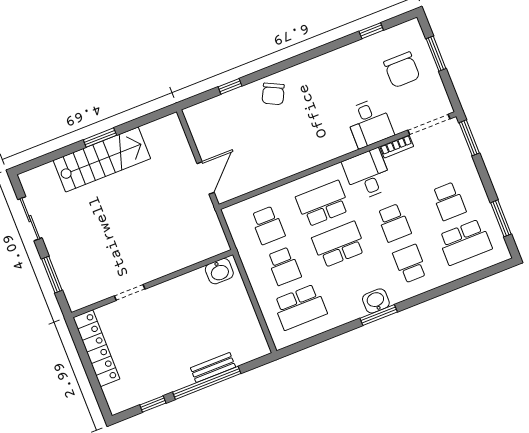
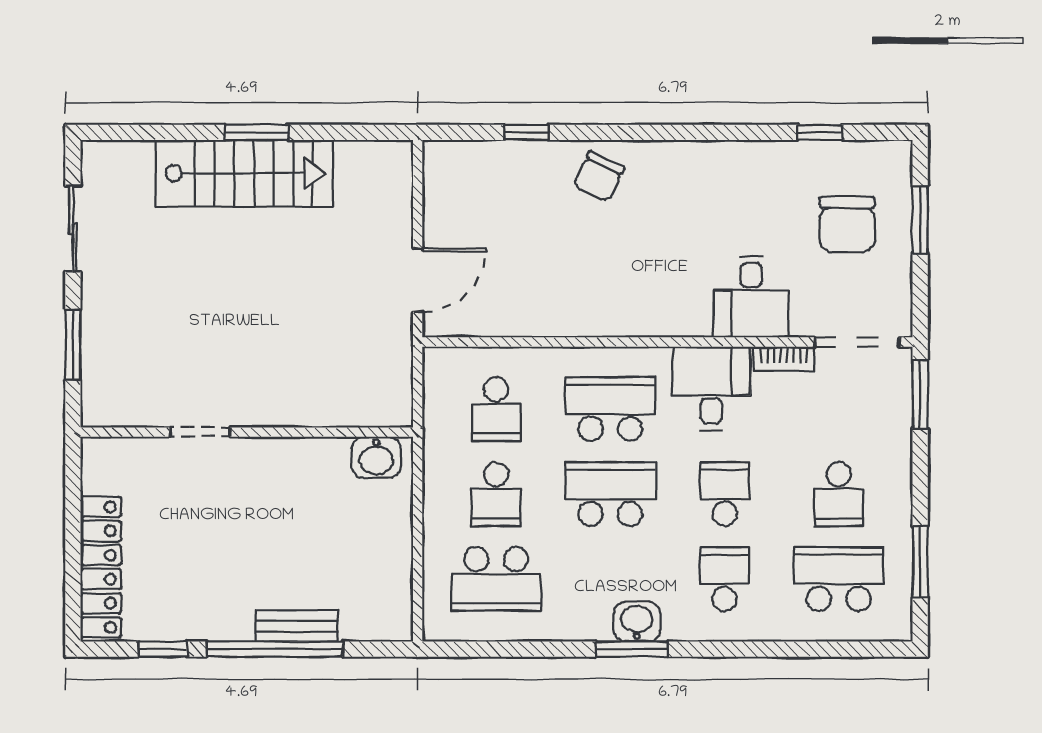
school desk: (394, 223) -> (725, 494), turned 180
school desk: (465, 242) -> (839, 579), turned 180
locker: (96, 348) -> (101, 567), moved

